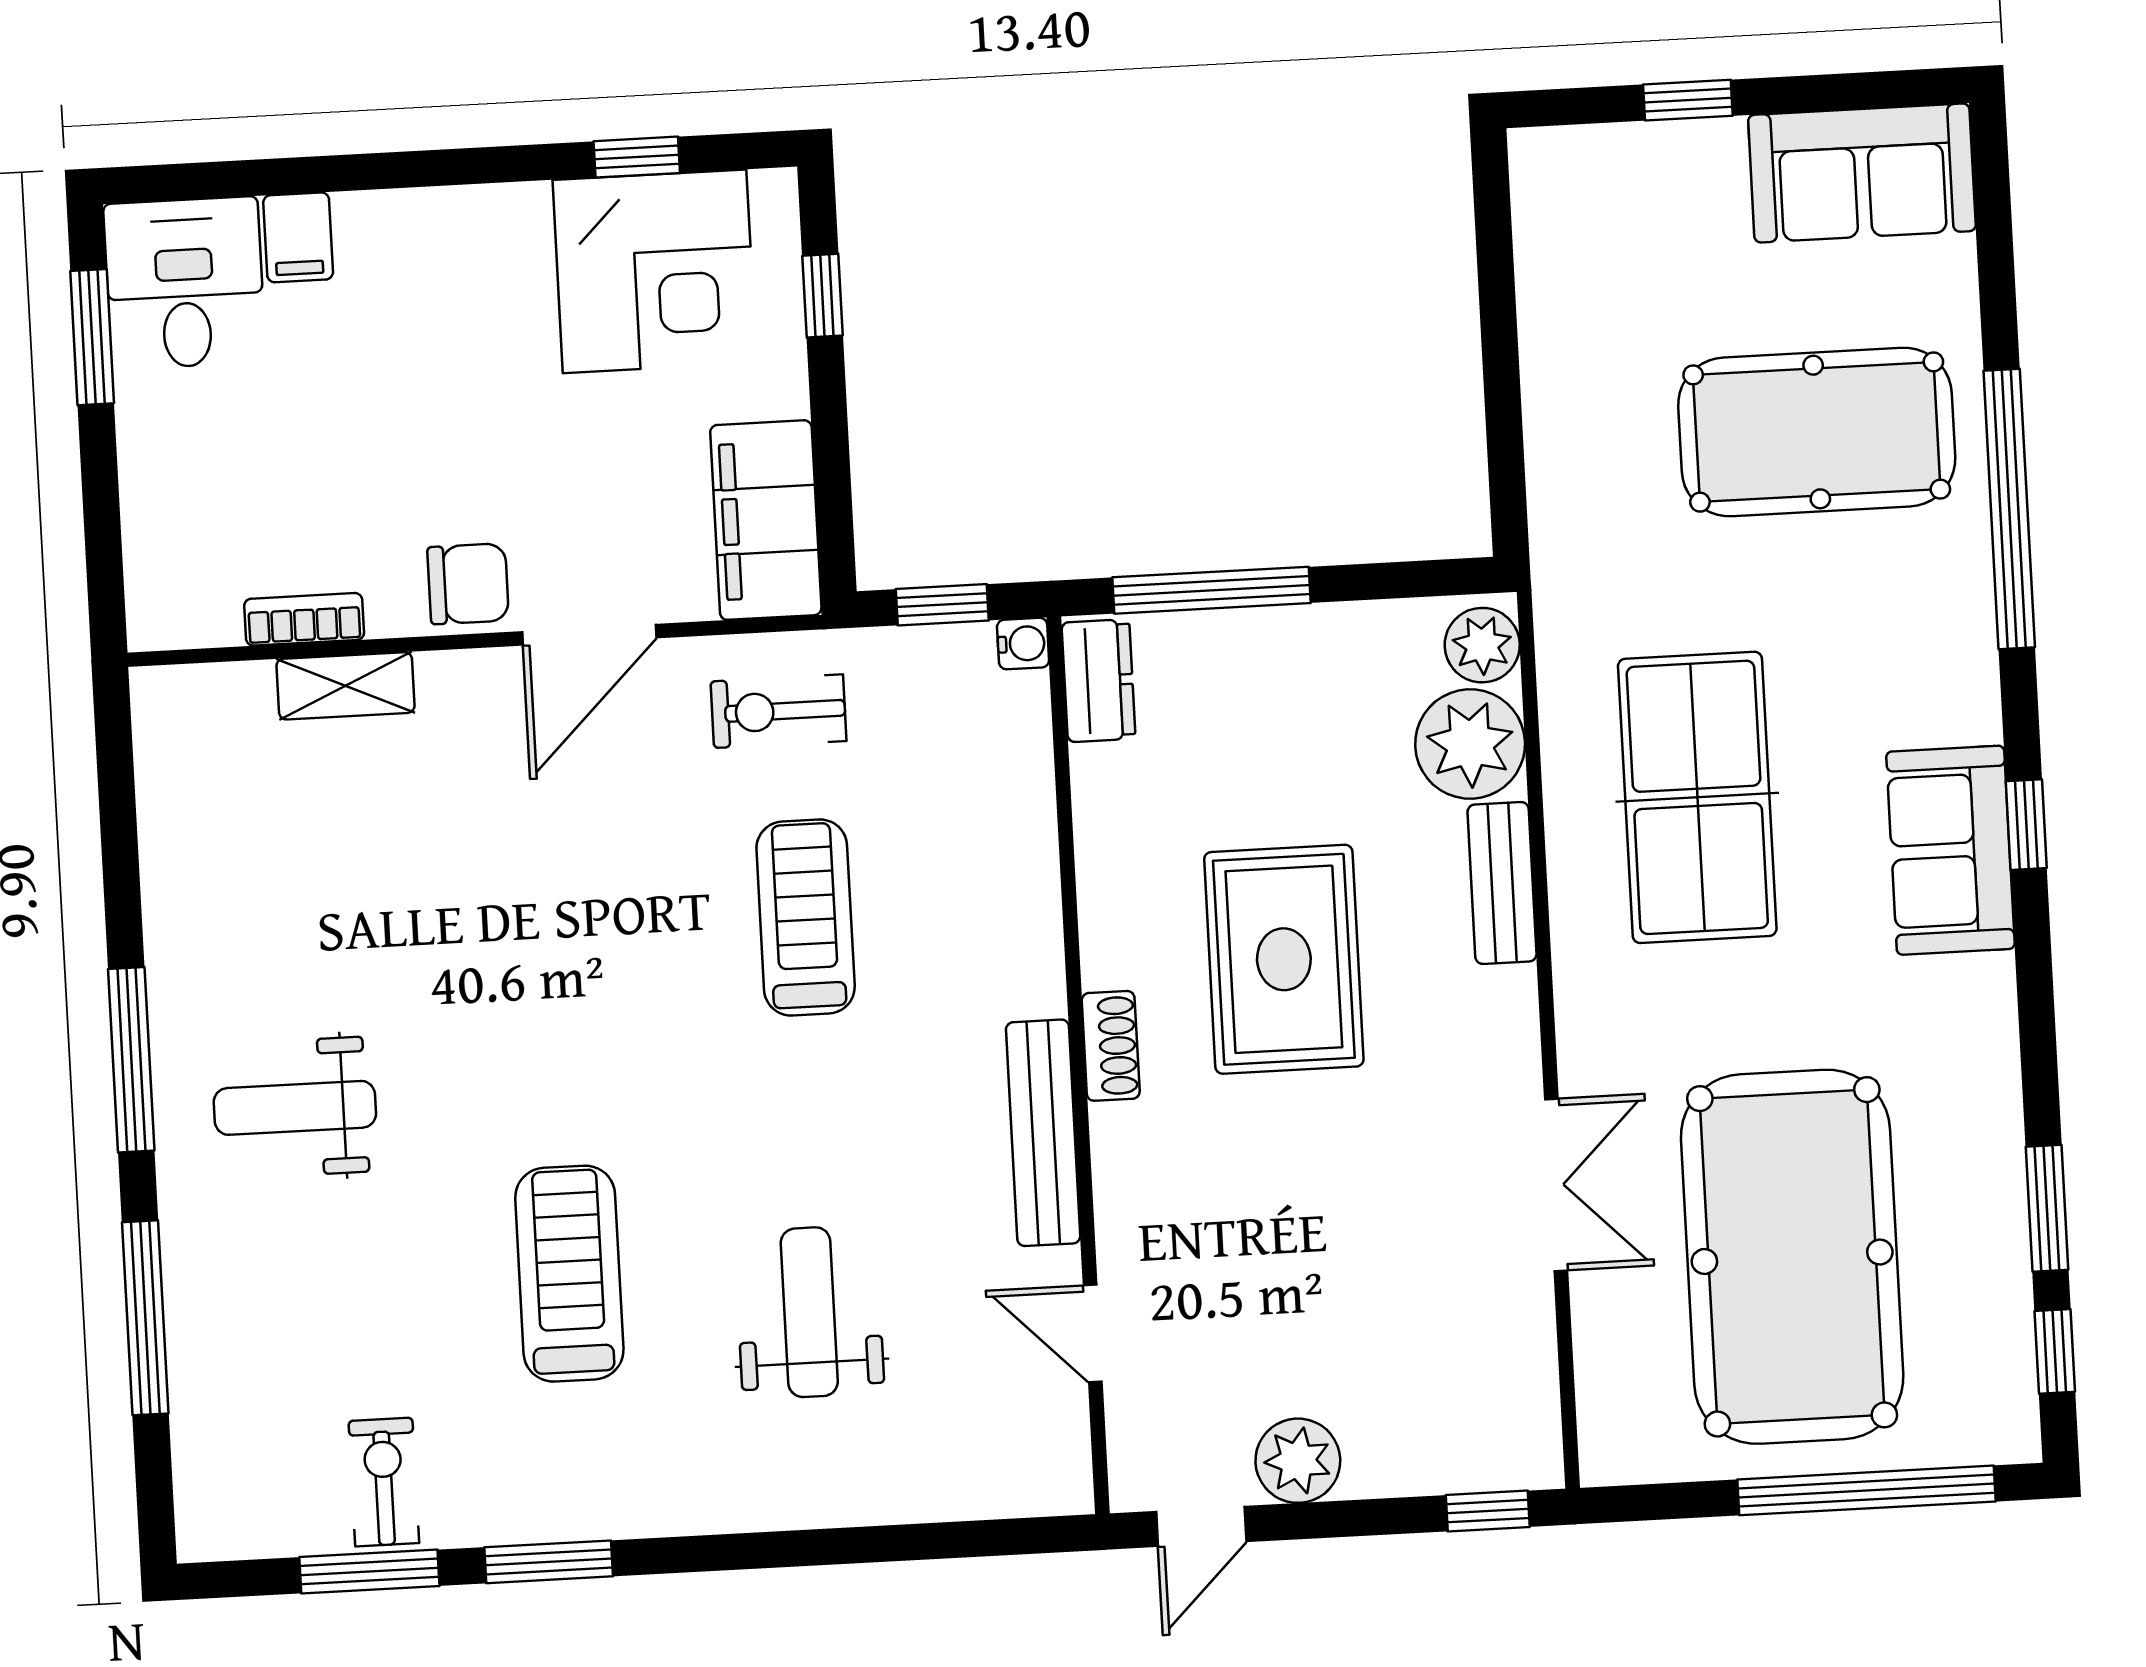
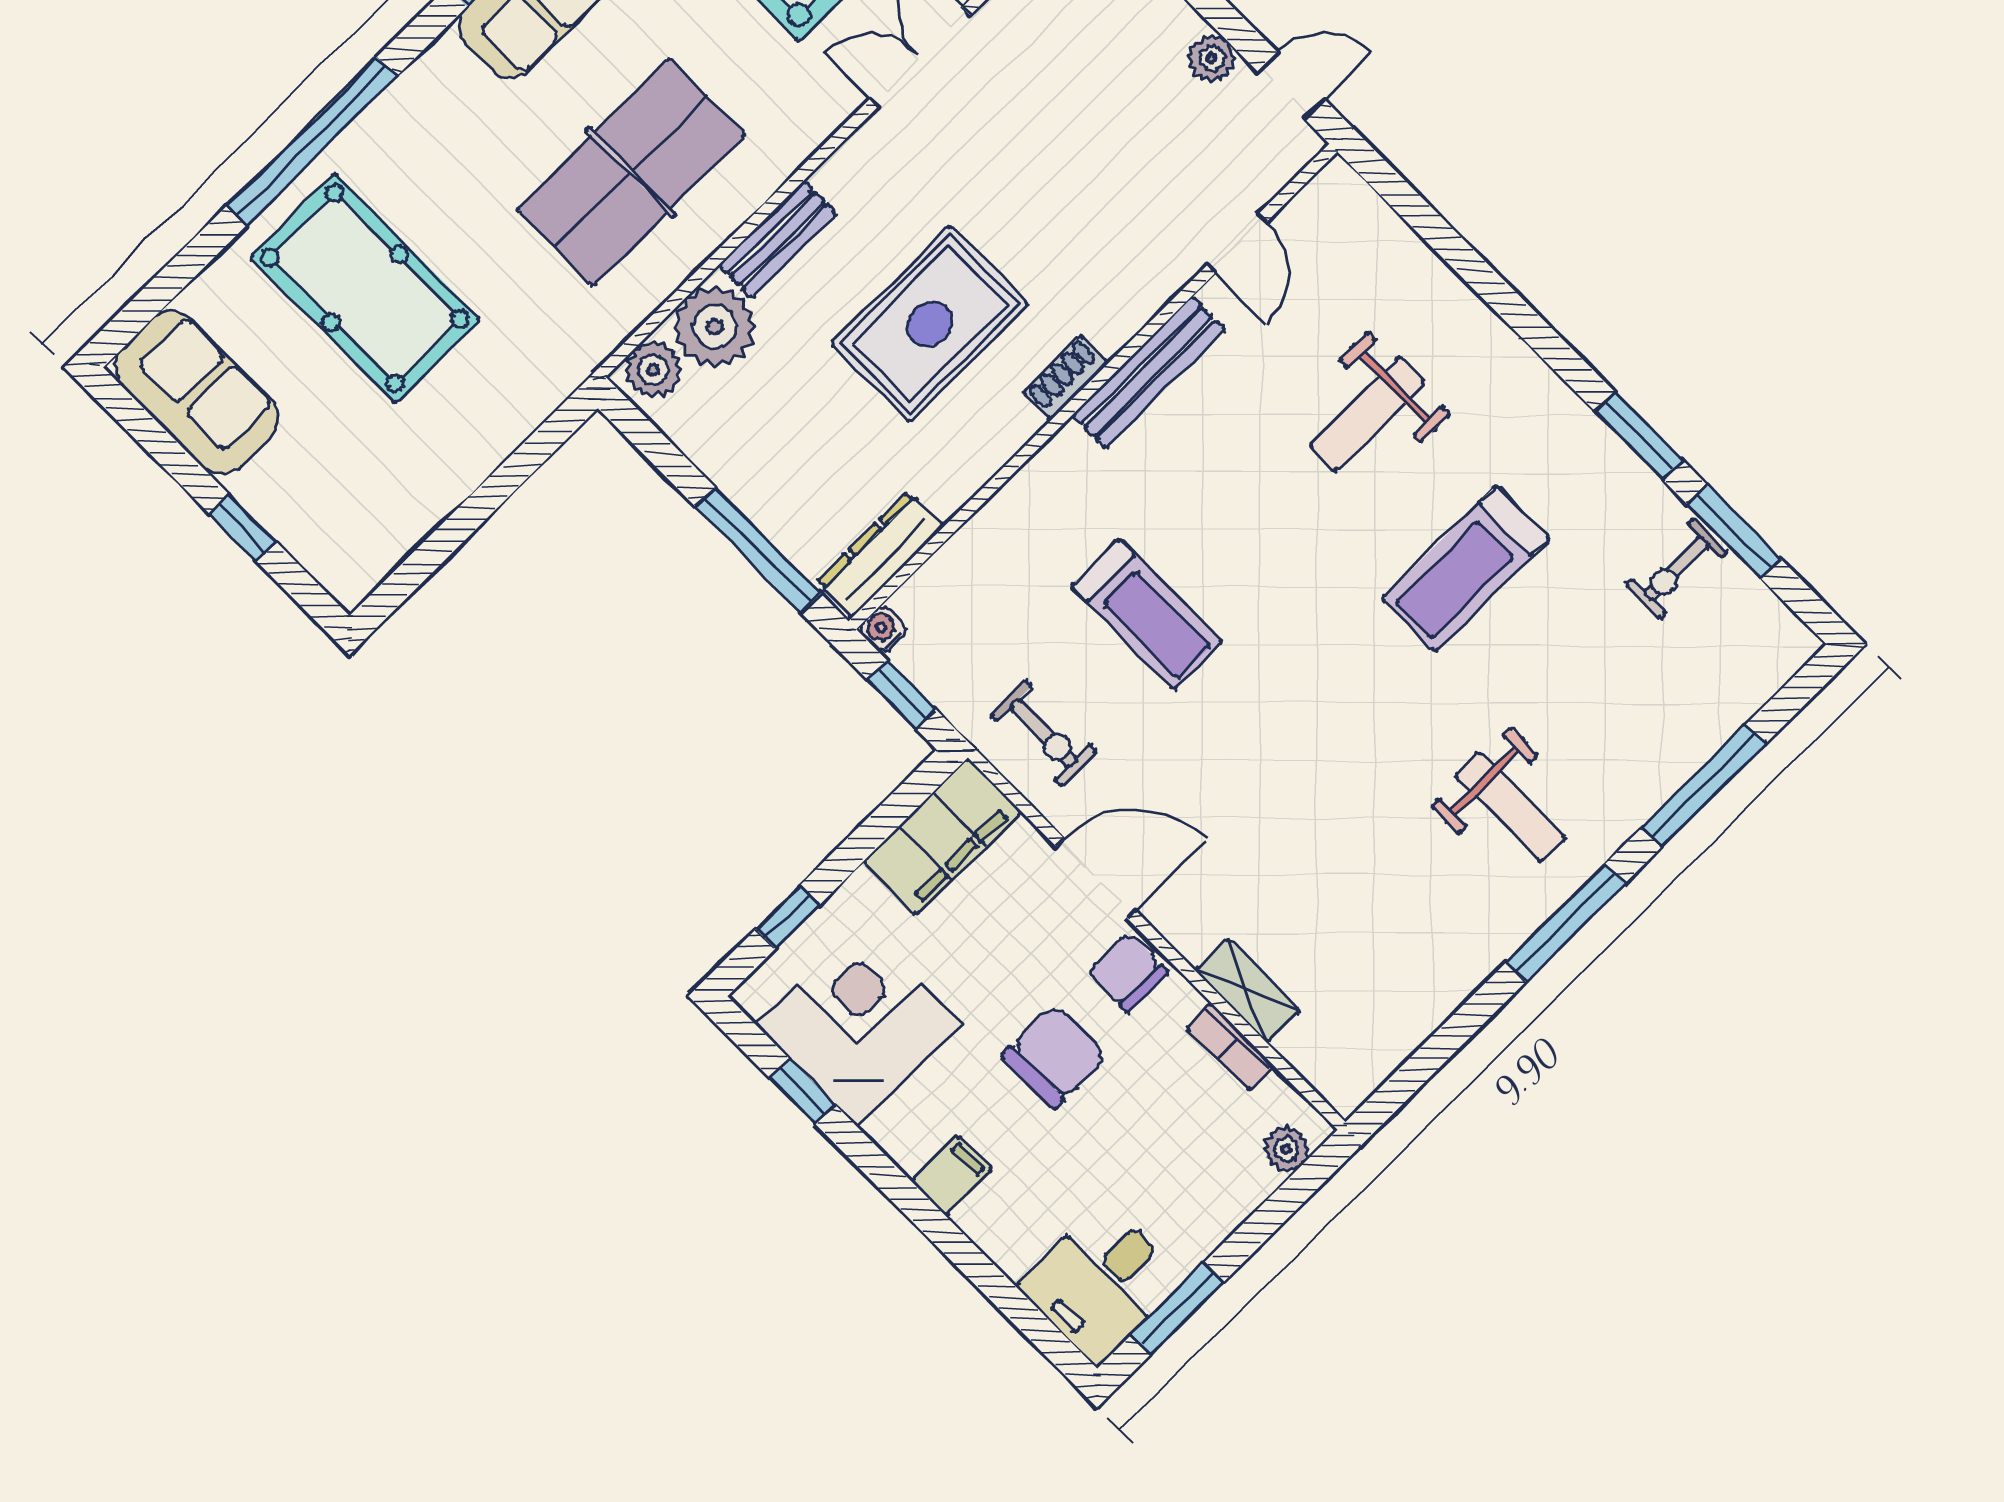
filing cabinet: (298, 237) -> (952, 1175), moved
chair: (450, 437) -> (1054, 1056), added
plant: (153, 585) -> (1286, 1149), added
dresser: (1098, 681) -> (880, 554), width x1.44
treadmill: (806, 918) -> (1146, 614), turned -90
plant: (1298, 1461) -> (1212, 58), width x0.73, depth x0.73

